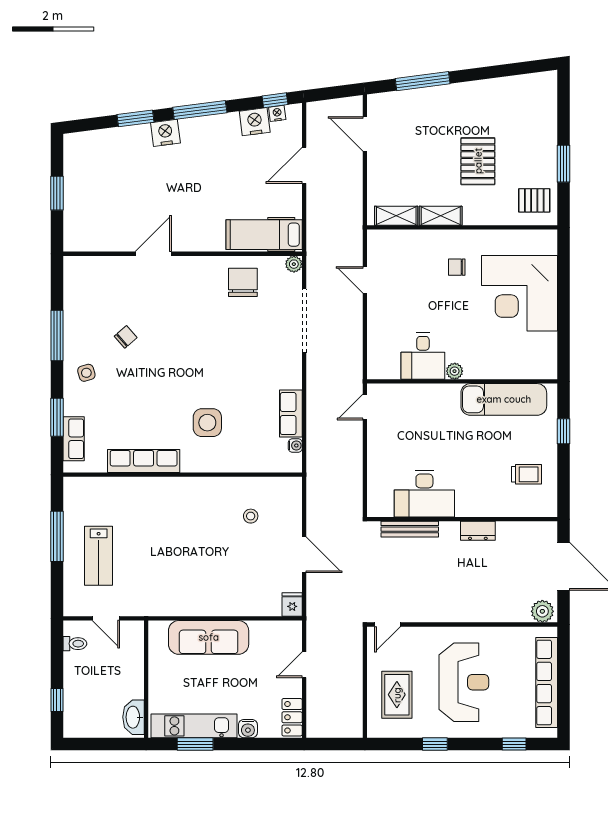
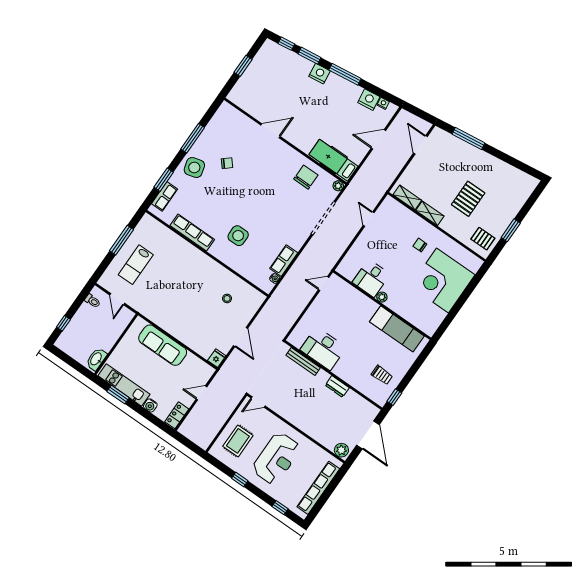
window: (275, 100) -> (286, 44), moved
side table: (86, 373) -> (194, 168), width x1.87, depth x1.87
window: (563, 431) -> (394, 397), moved

